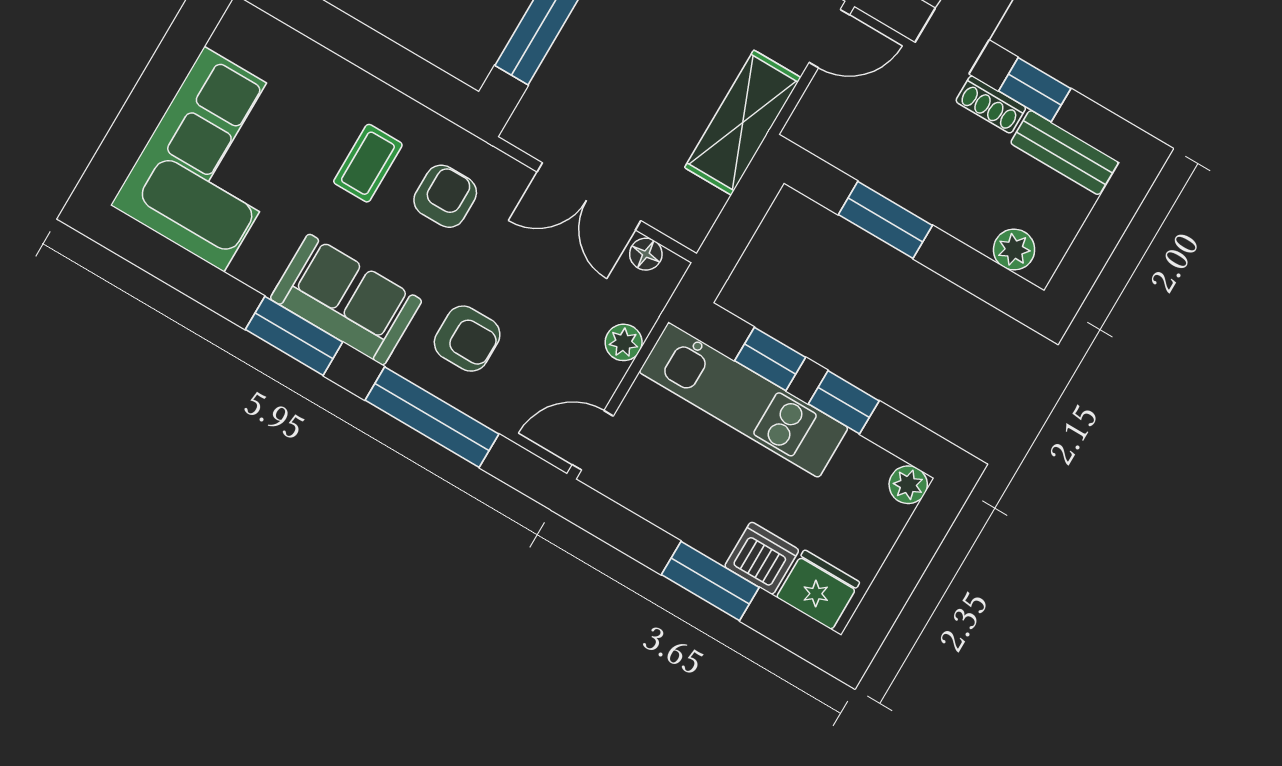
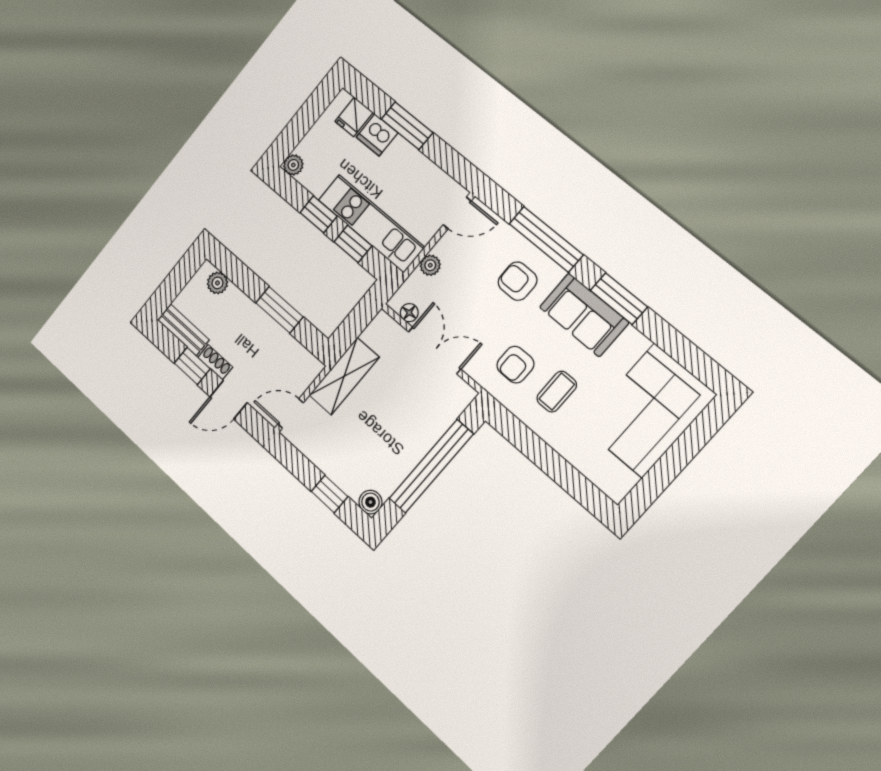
fridge: (818, 590) -> (354, 117), width x0.72

